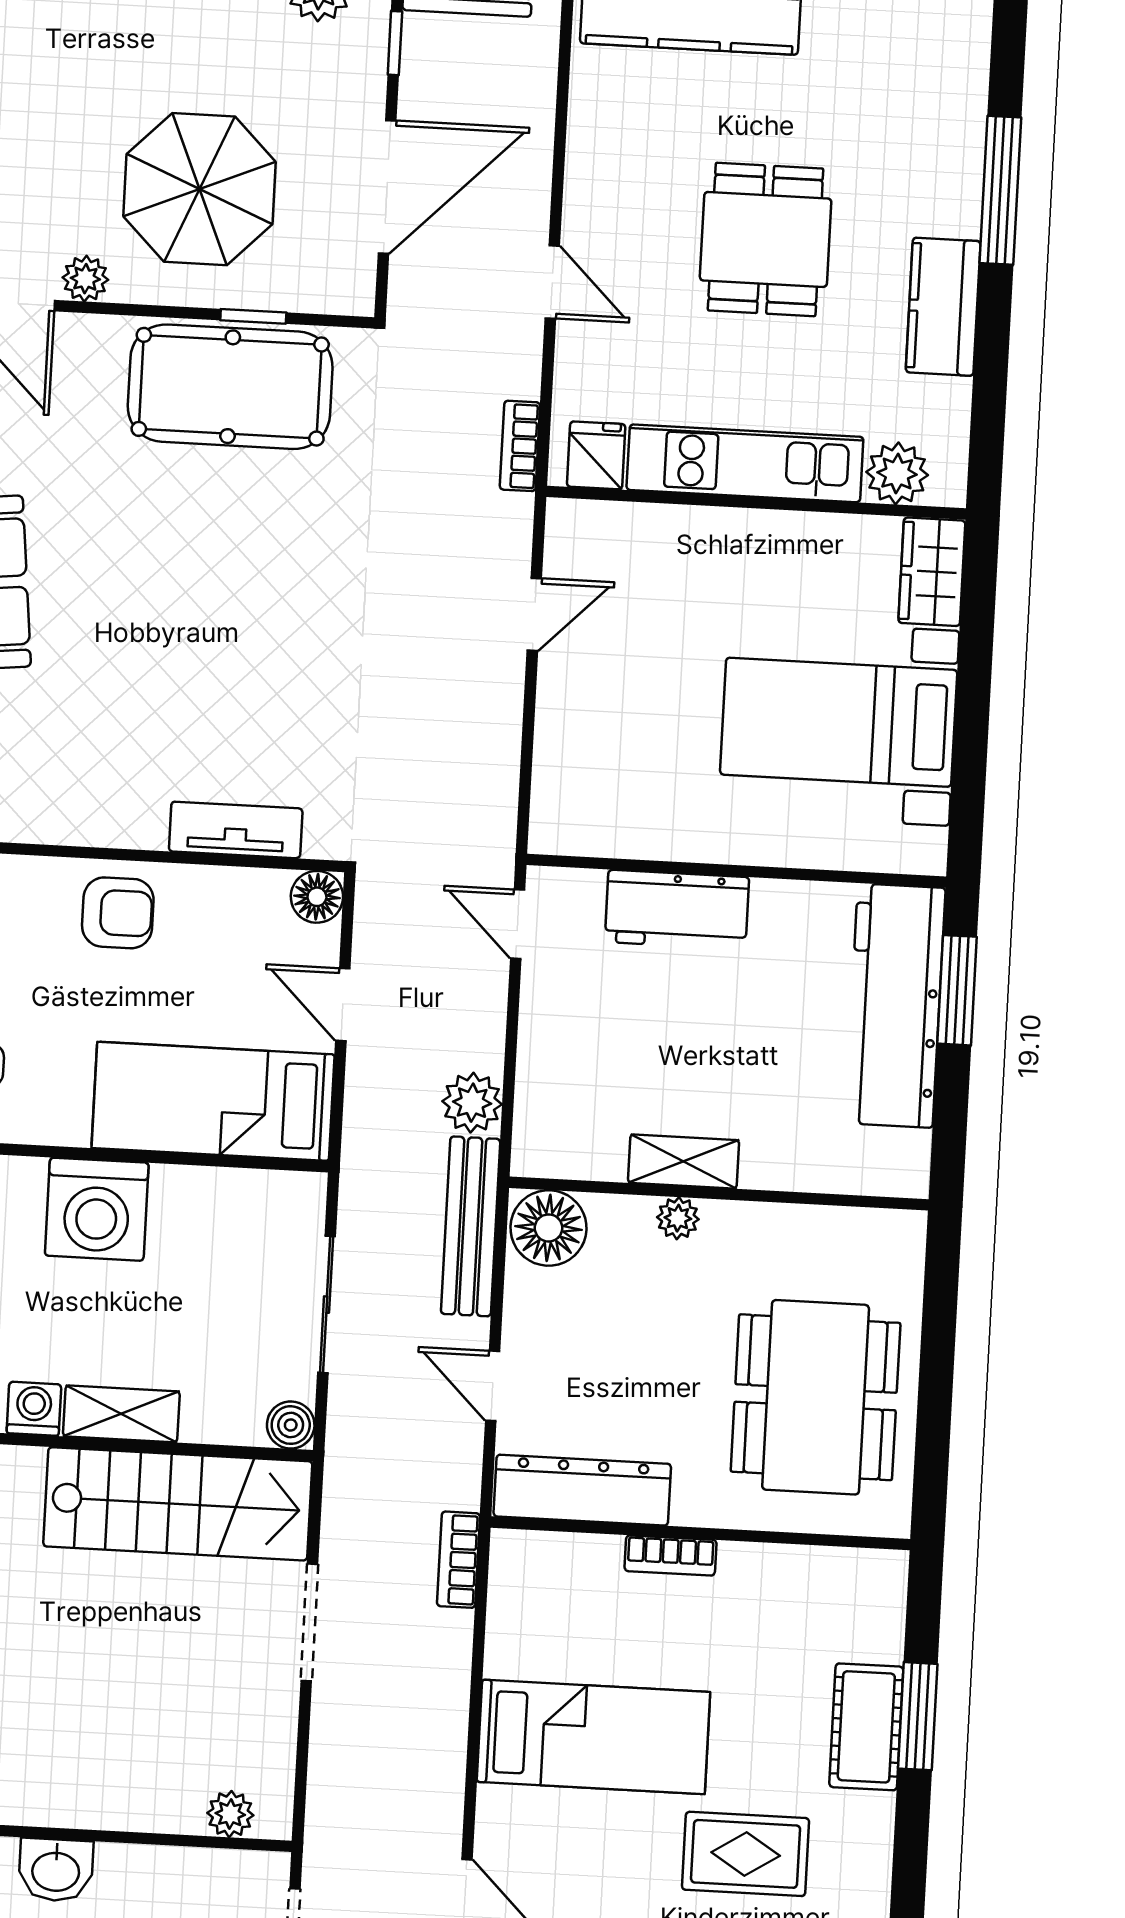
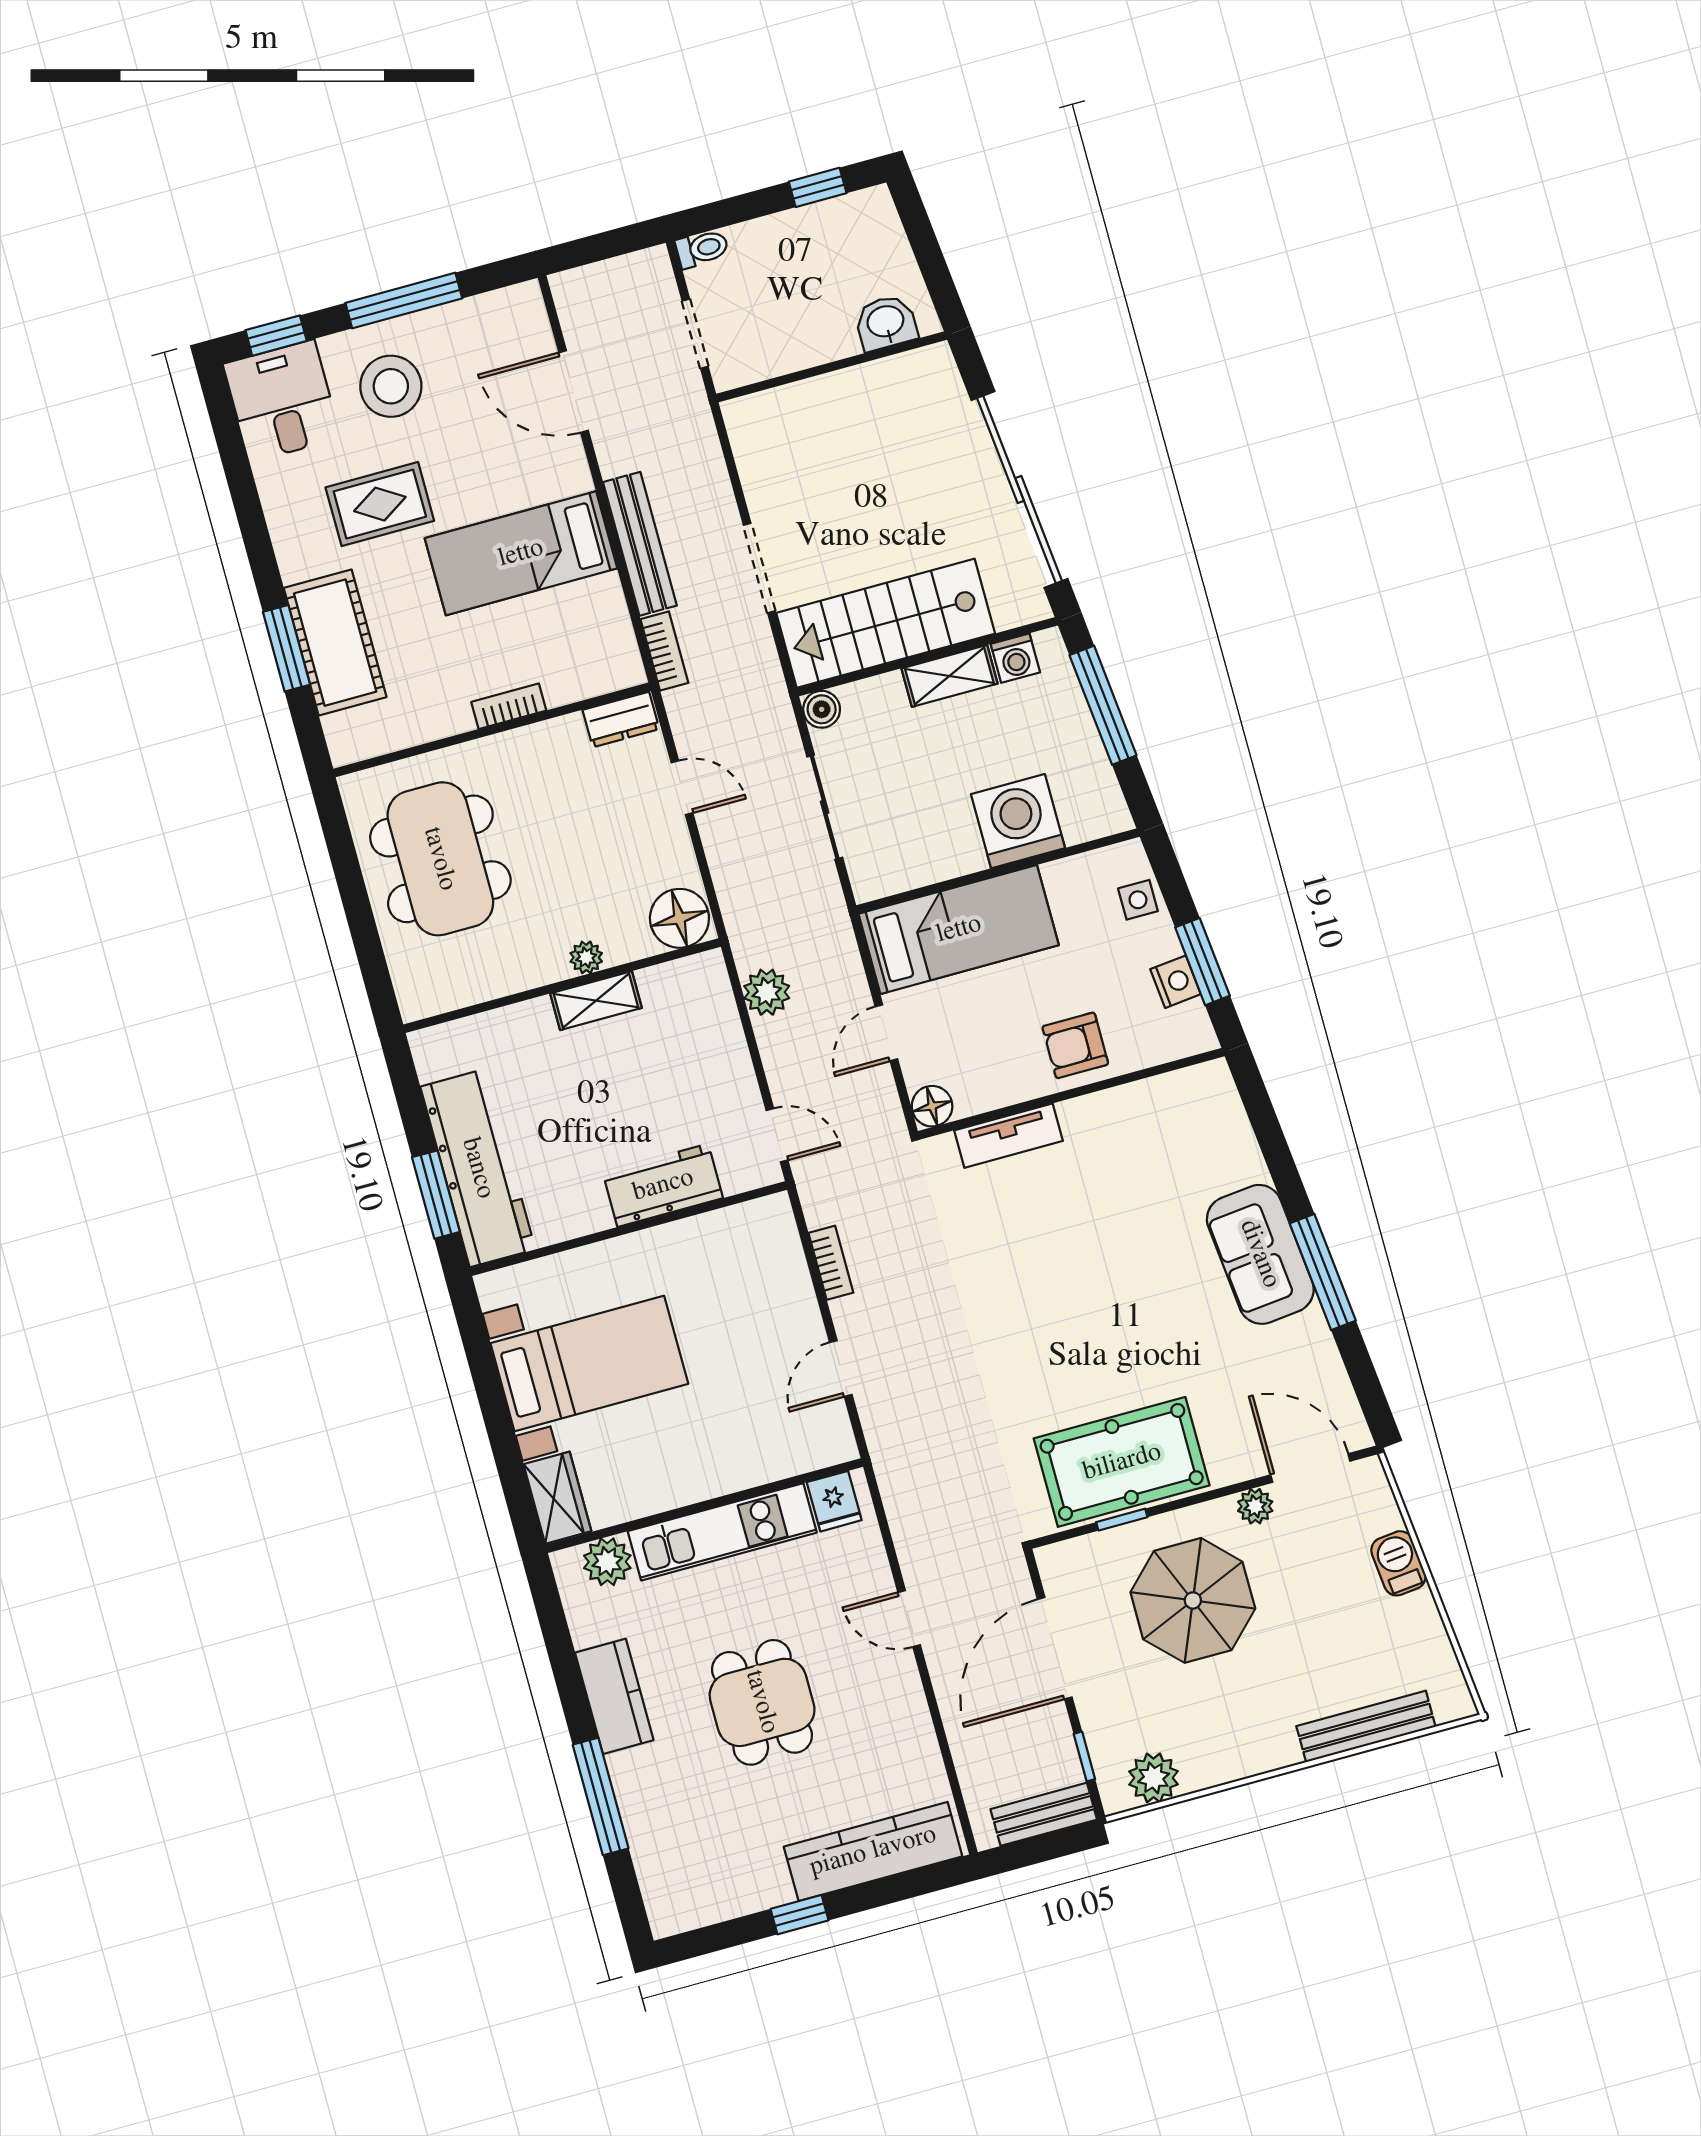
bookcase: (520, 446) -> (831, 1263), moved
door: (343, 1005) -> (886, 1033), swing flipped
bench: (471, 1226) -> (640, 544), moved
dresser: (582, 1490) -> (621, 719), width x0.51, depth x0.80
cot: (866, 1727) -> (335, 643), width x1.37, depth x1.34
plant: (230, 1814) -> (771, 407), removed

